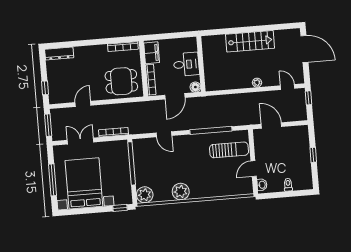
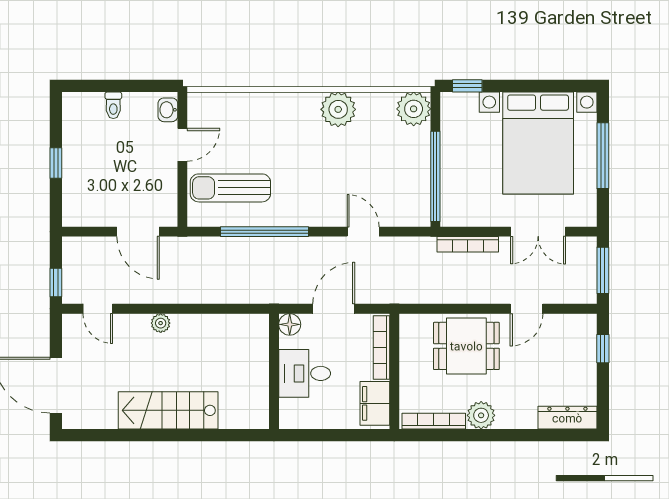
plant: (100, 51) -> (481, 415), added
dining table: (121, 81) -> (466, 346), moved

